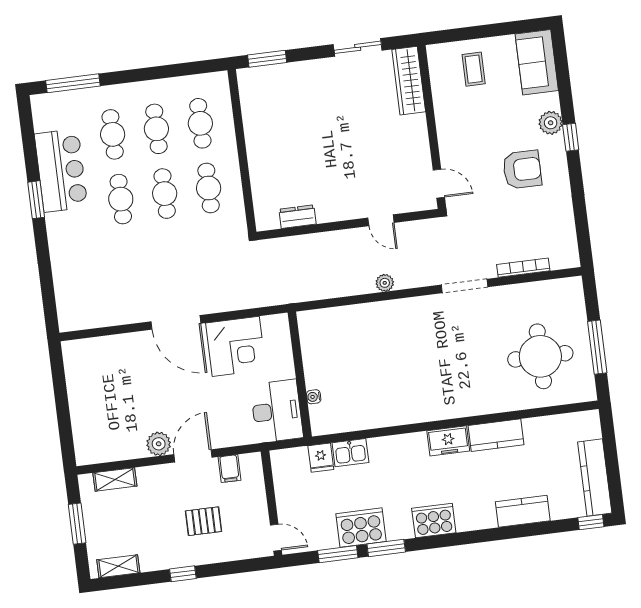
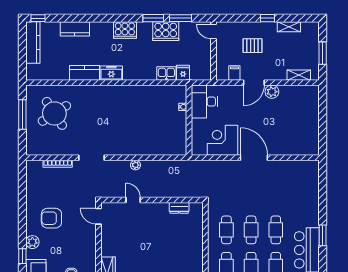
window: (571, 137) -> (22, 256), moved
round table: (540, 356) -> (54, 113), turned -33
shelving: (118, 566) -> (289, 27), moved

